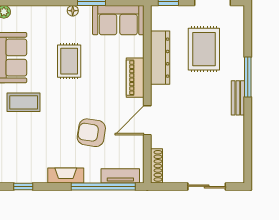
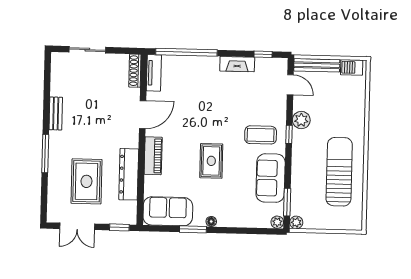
rug: (69, 61) -> (211, 161), moved
bench: (238, 98) -> (56, 113), moved
armchair: (91, 133) -> (196, 104), removed
fireplace: (66, 176) -> (237, 64), moved
tv unit: (120, 176) -> (154, 73), moved, turned -90

